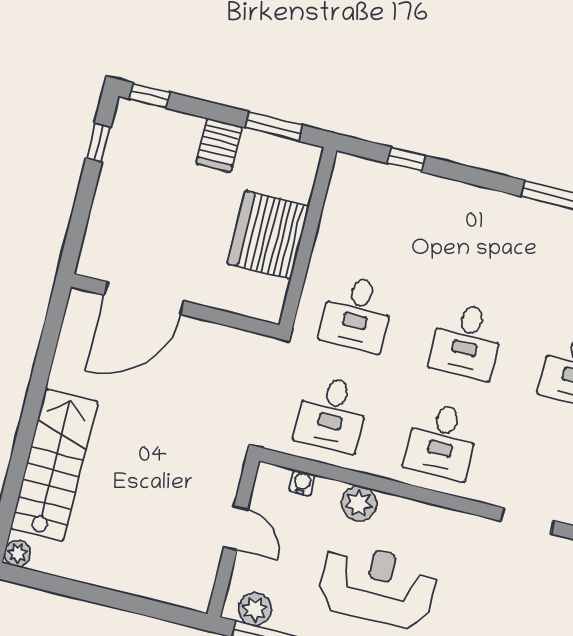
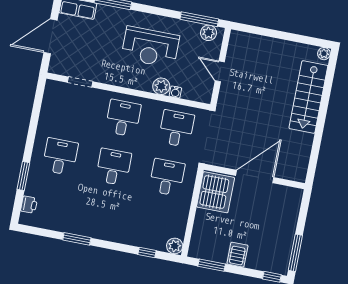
window: (98, 143) -> (295, 253), width x2.17
plant: (348, 170) -> (175, 246), added
server rack: (268, 235) -> (216, 192), moved
door: (144, 298) -> (255, 177), moved
water cooler: (302, 483) -> (175, 92), moved

